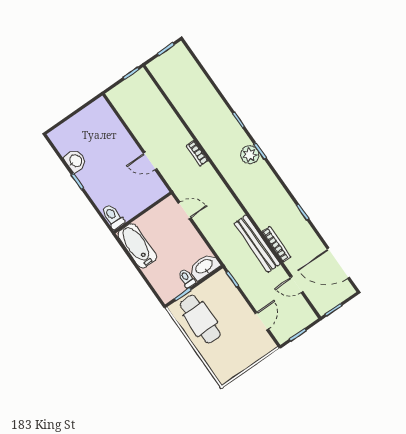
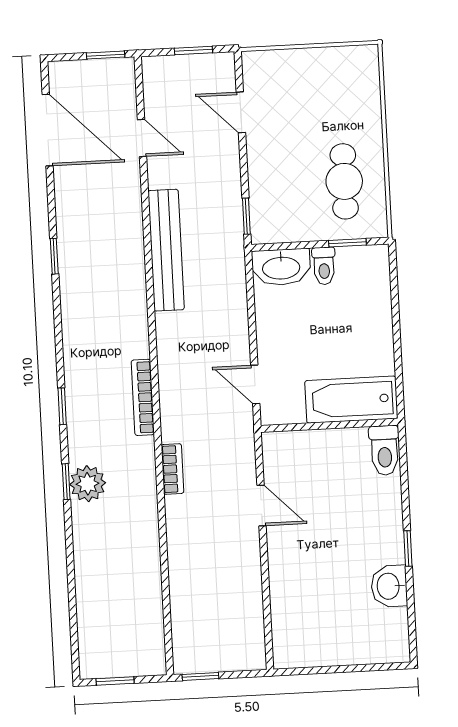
plant: (250, 155) -> (88, 484), moved
bookcase: (276, 244) -> (143, 397), moved
bathtub: (137, 246) -> (351, 400), moved, turned 90
cafe table: (200, 319) -> (344, 181), width x0.73, depth x0.74
door: (262, 321) -> (241, 112), hinge flipped

